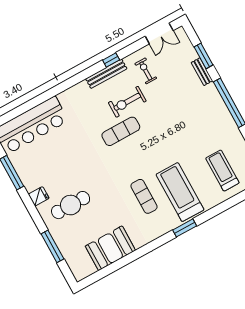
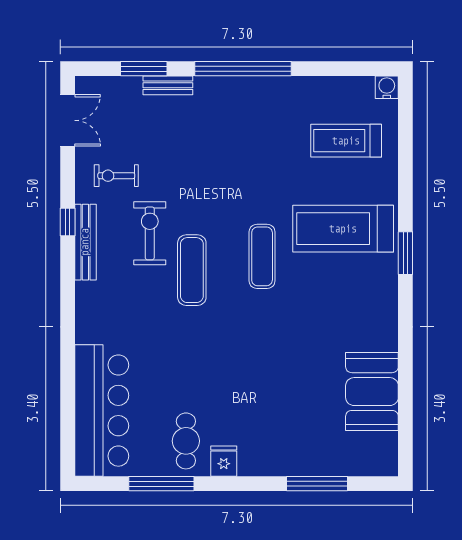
exercise bike: (127, 102) -> (150, 233), turned 180
exercise mat: (144, 196) -> (262, 256), moved, turned 90
cafe table: (71, 205) -> (186, 441), moved, width x0.73, depth x0.74

